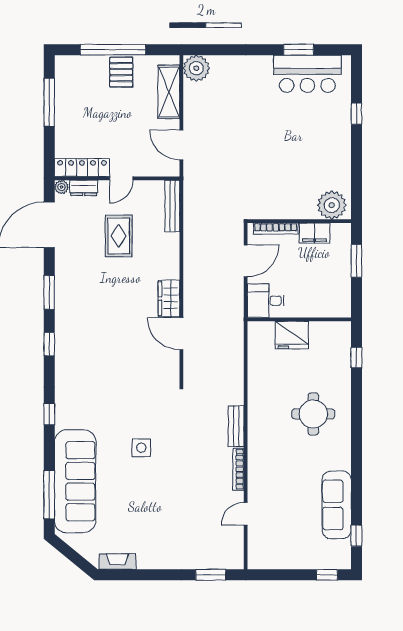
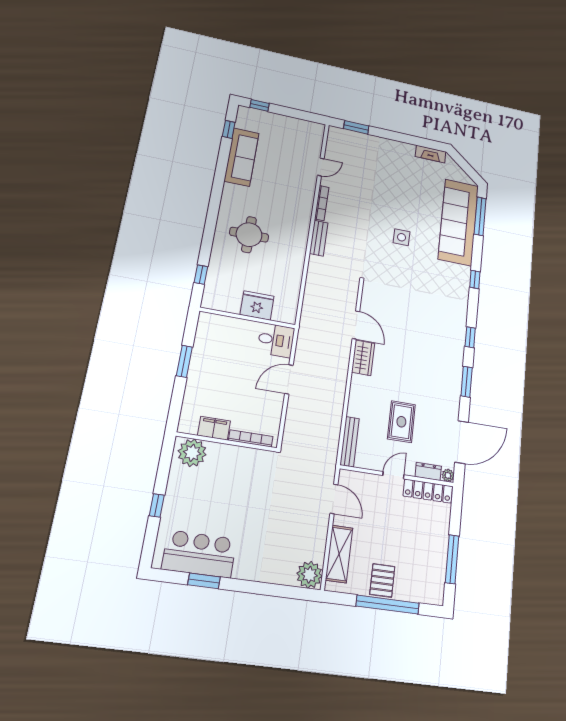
plant: (332, 205) -> (192, 453), moved
wall: (299, 221) -> (227, 442), moved
bookcase: (276, 229) -> (251, 438), moved
filing cabinet: (314, 233) -> (214, 428), moved

